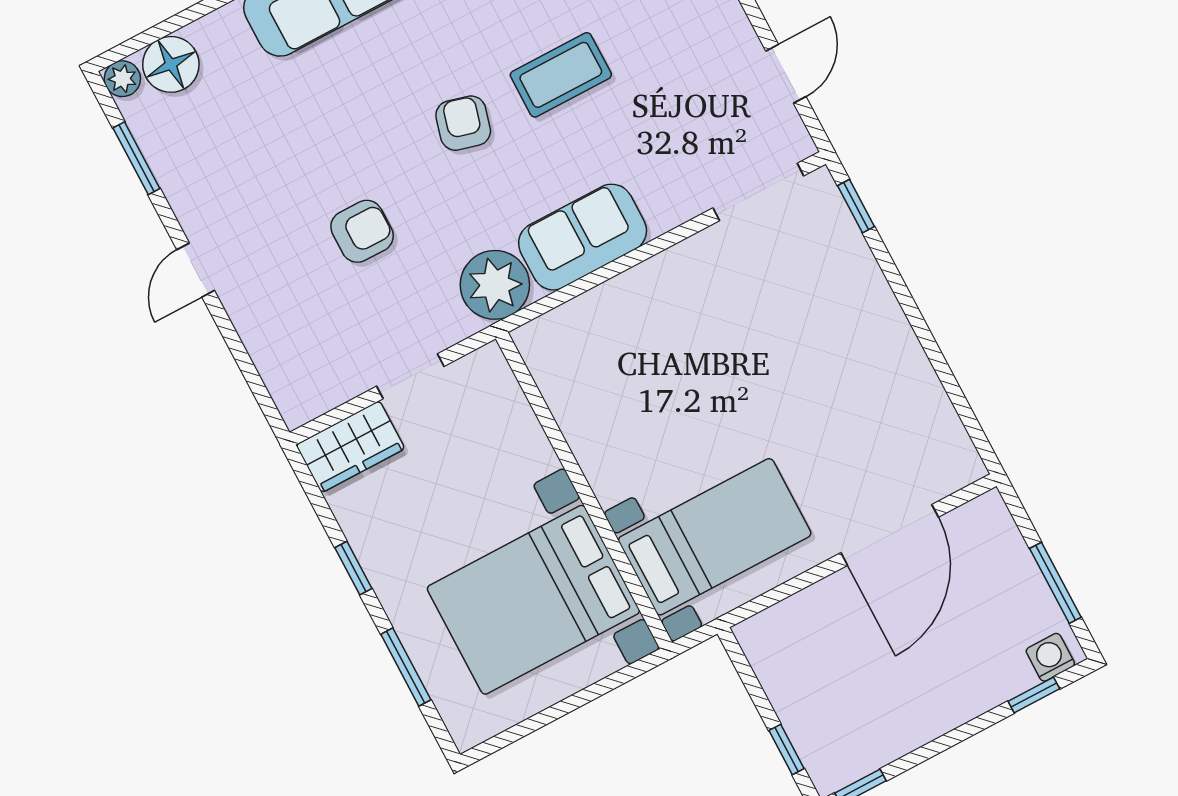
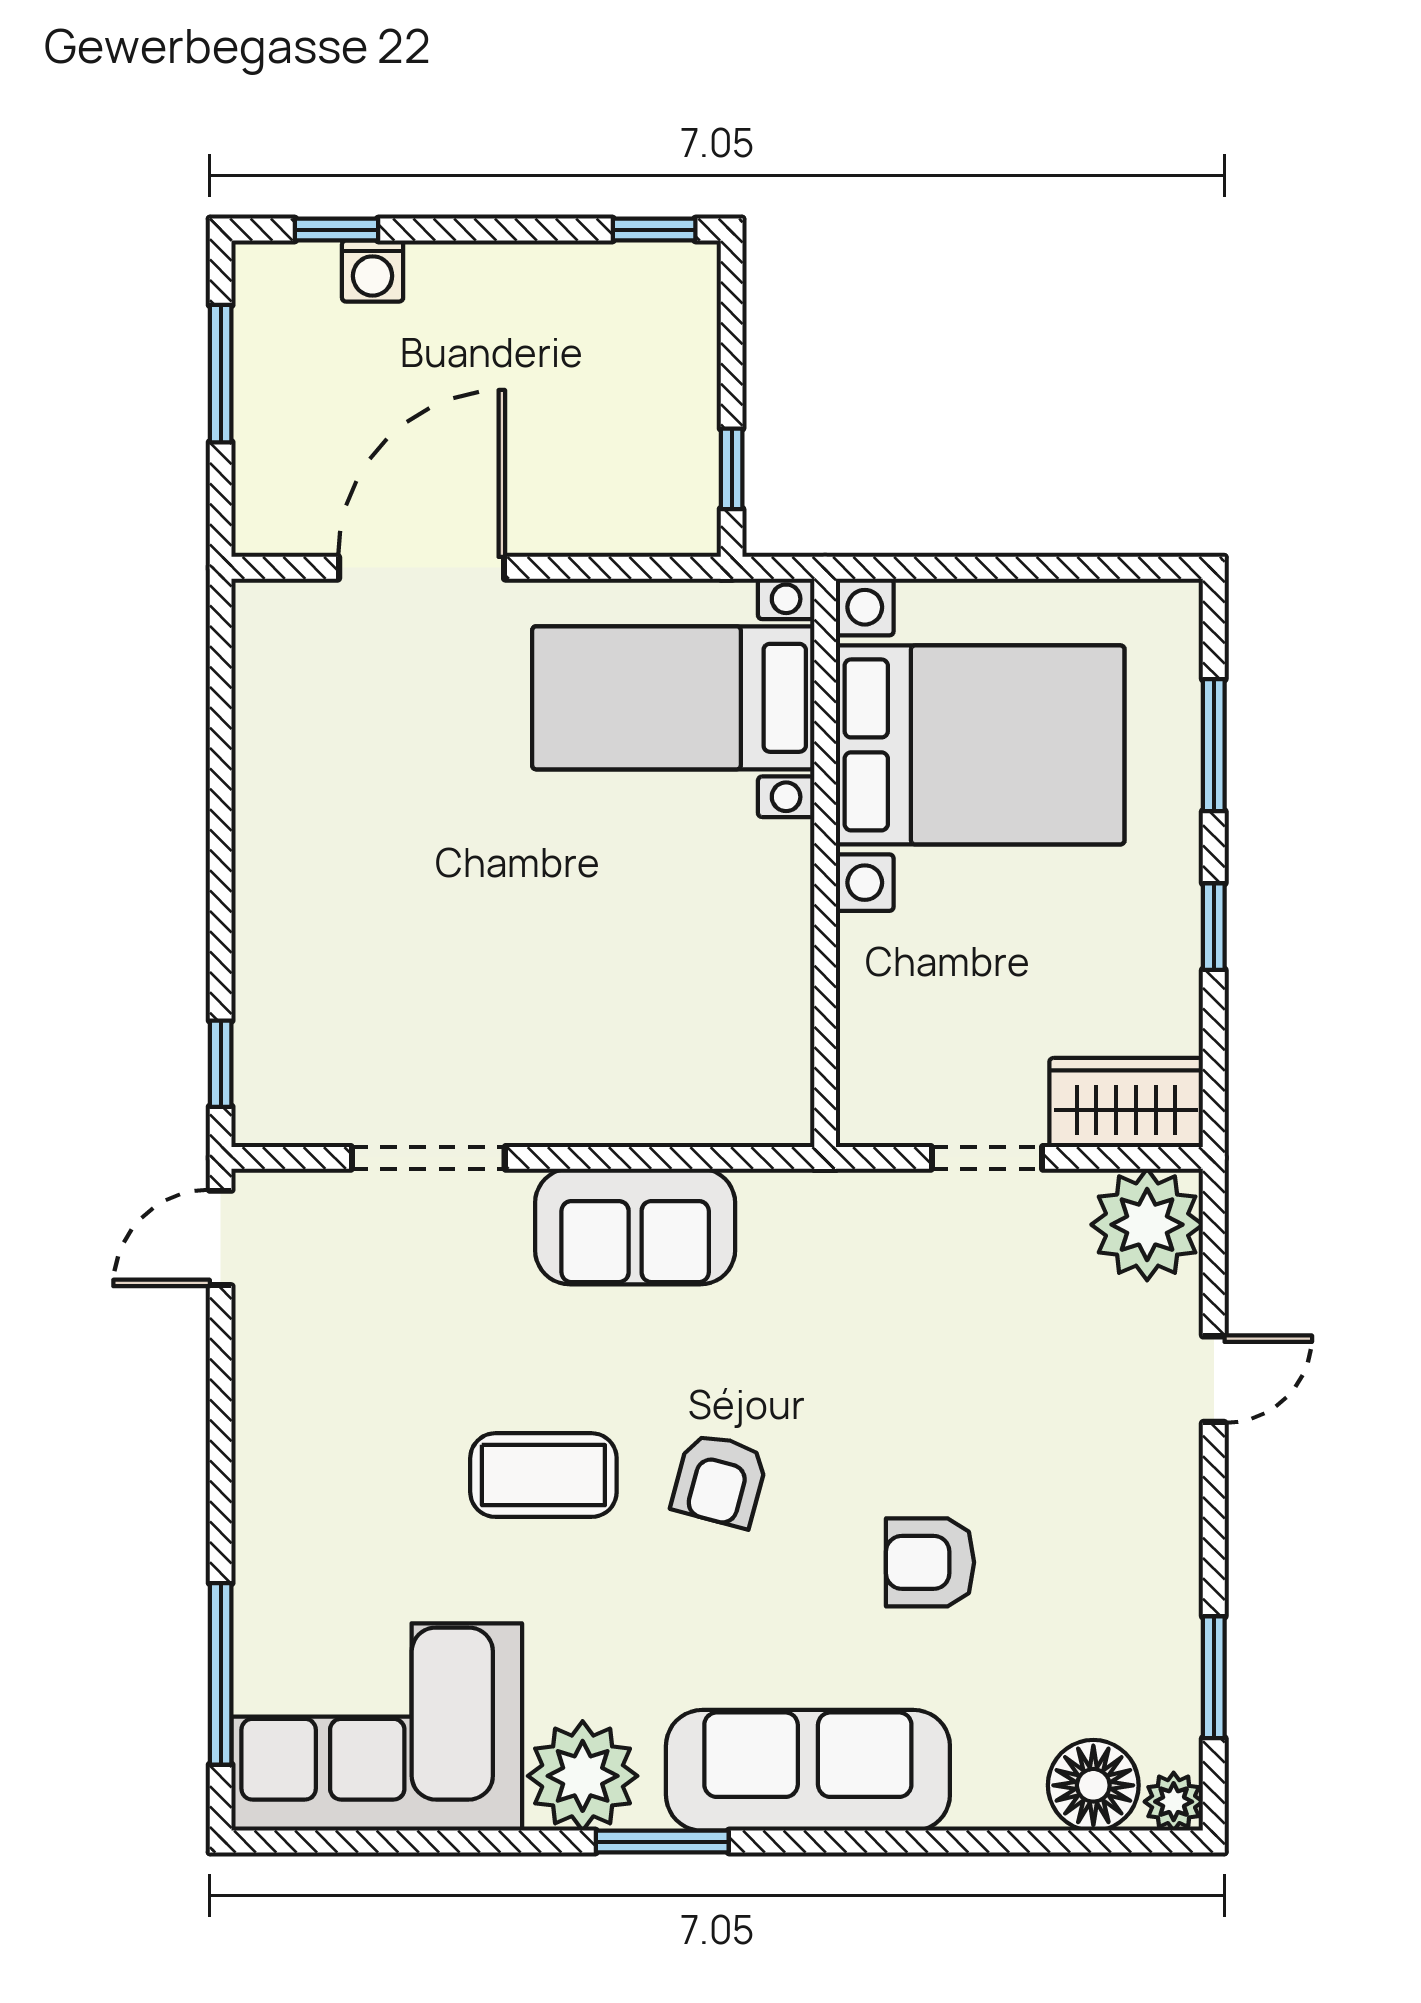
door: (786, 74) -> (221, 1238), moved
doorway: (758, 192) -> (428, 1158), moved
armchair: (362, 231) -> (930, 1562), moved
door: (196, 270) -> (1214, 1379), moved
plant: (495, 285) -> (1147, 1225), moved
washing machine: (1050, 657) -> (373, 271), moved
window: (786, 750) -> (732, 469), moved

